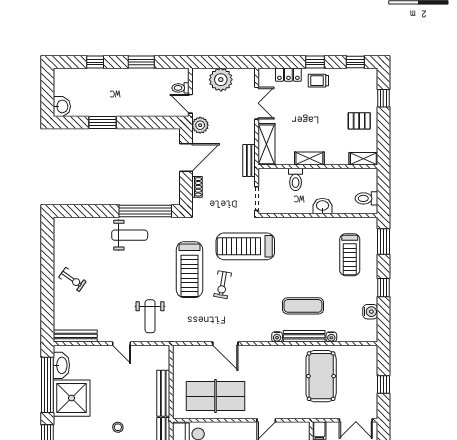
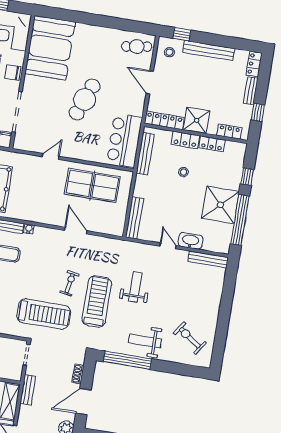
exercise bike: (72, 279) -> (190, 338), moved, width x1.38, depth x1.39
weight bench: (150, 316) -> (135, 287), moved
washbasin: (61, 365) -> (190, 241), moved, turned 90
bench: (163, 393) -> (134, 218), moved

